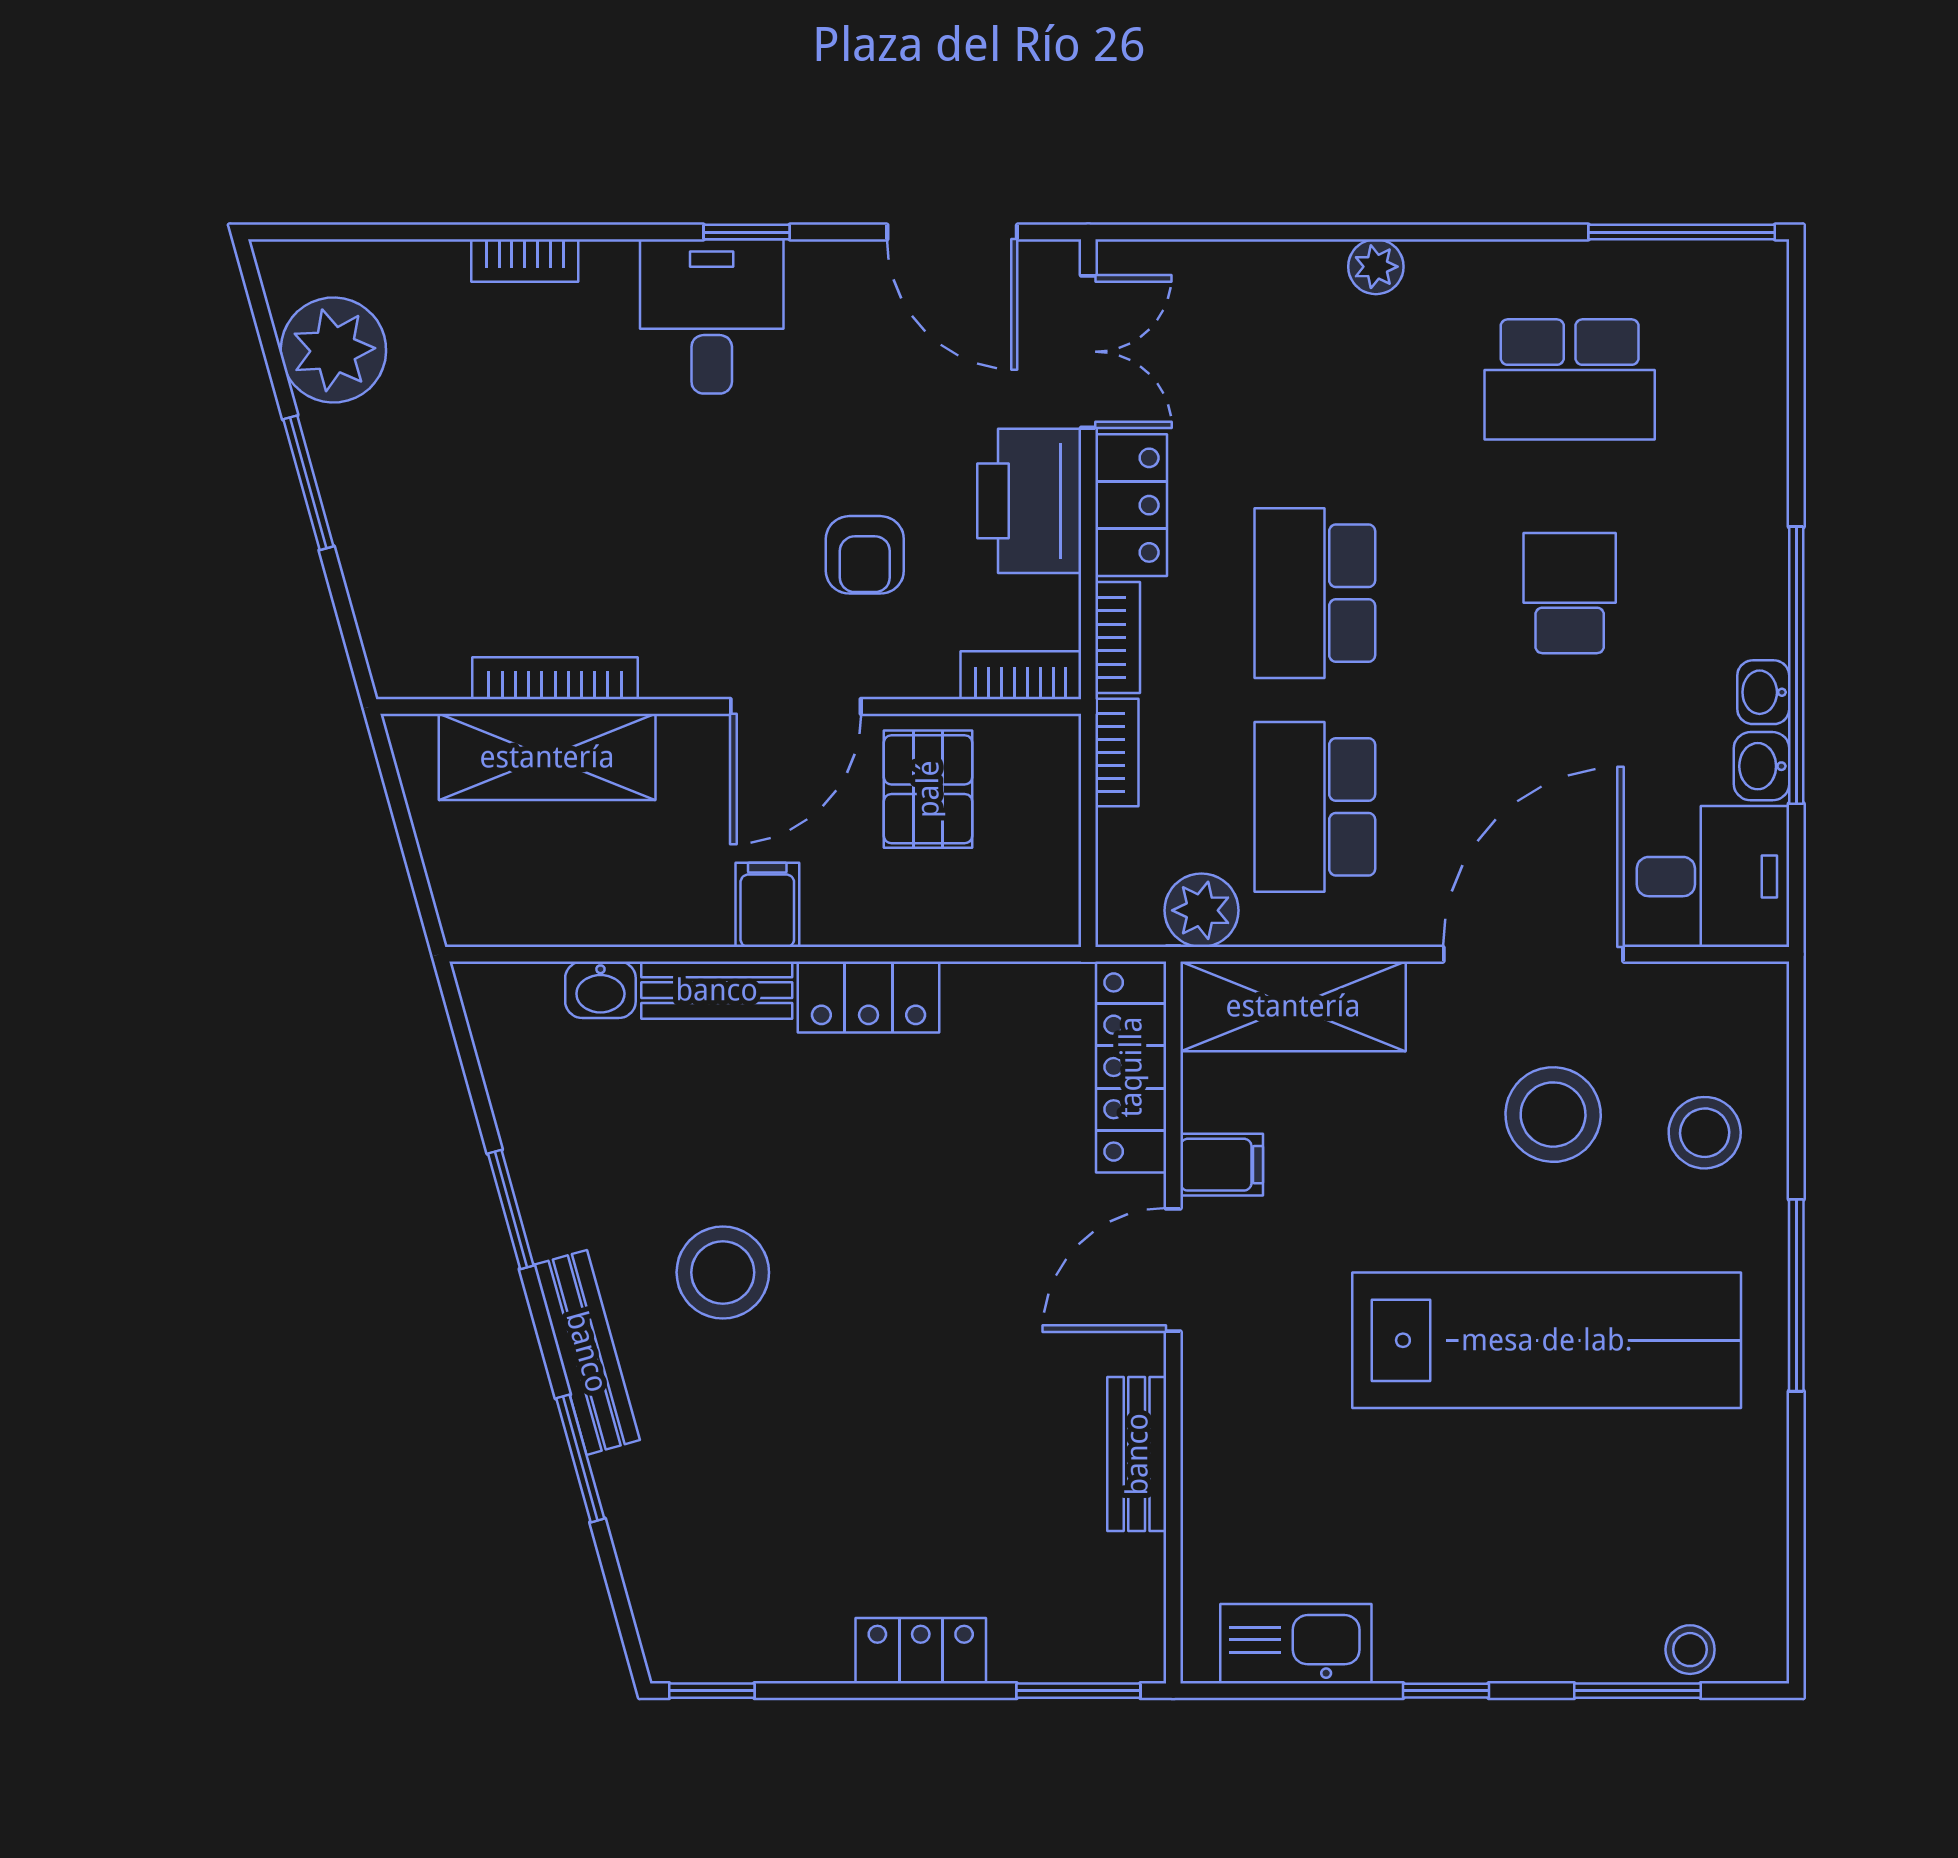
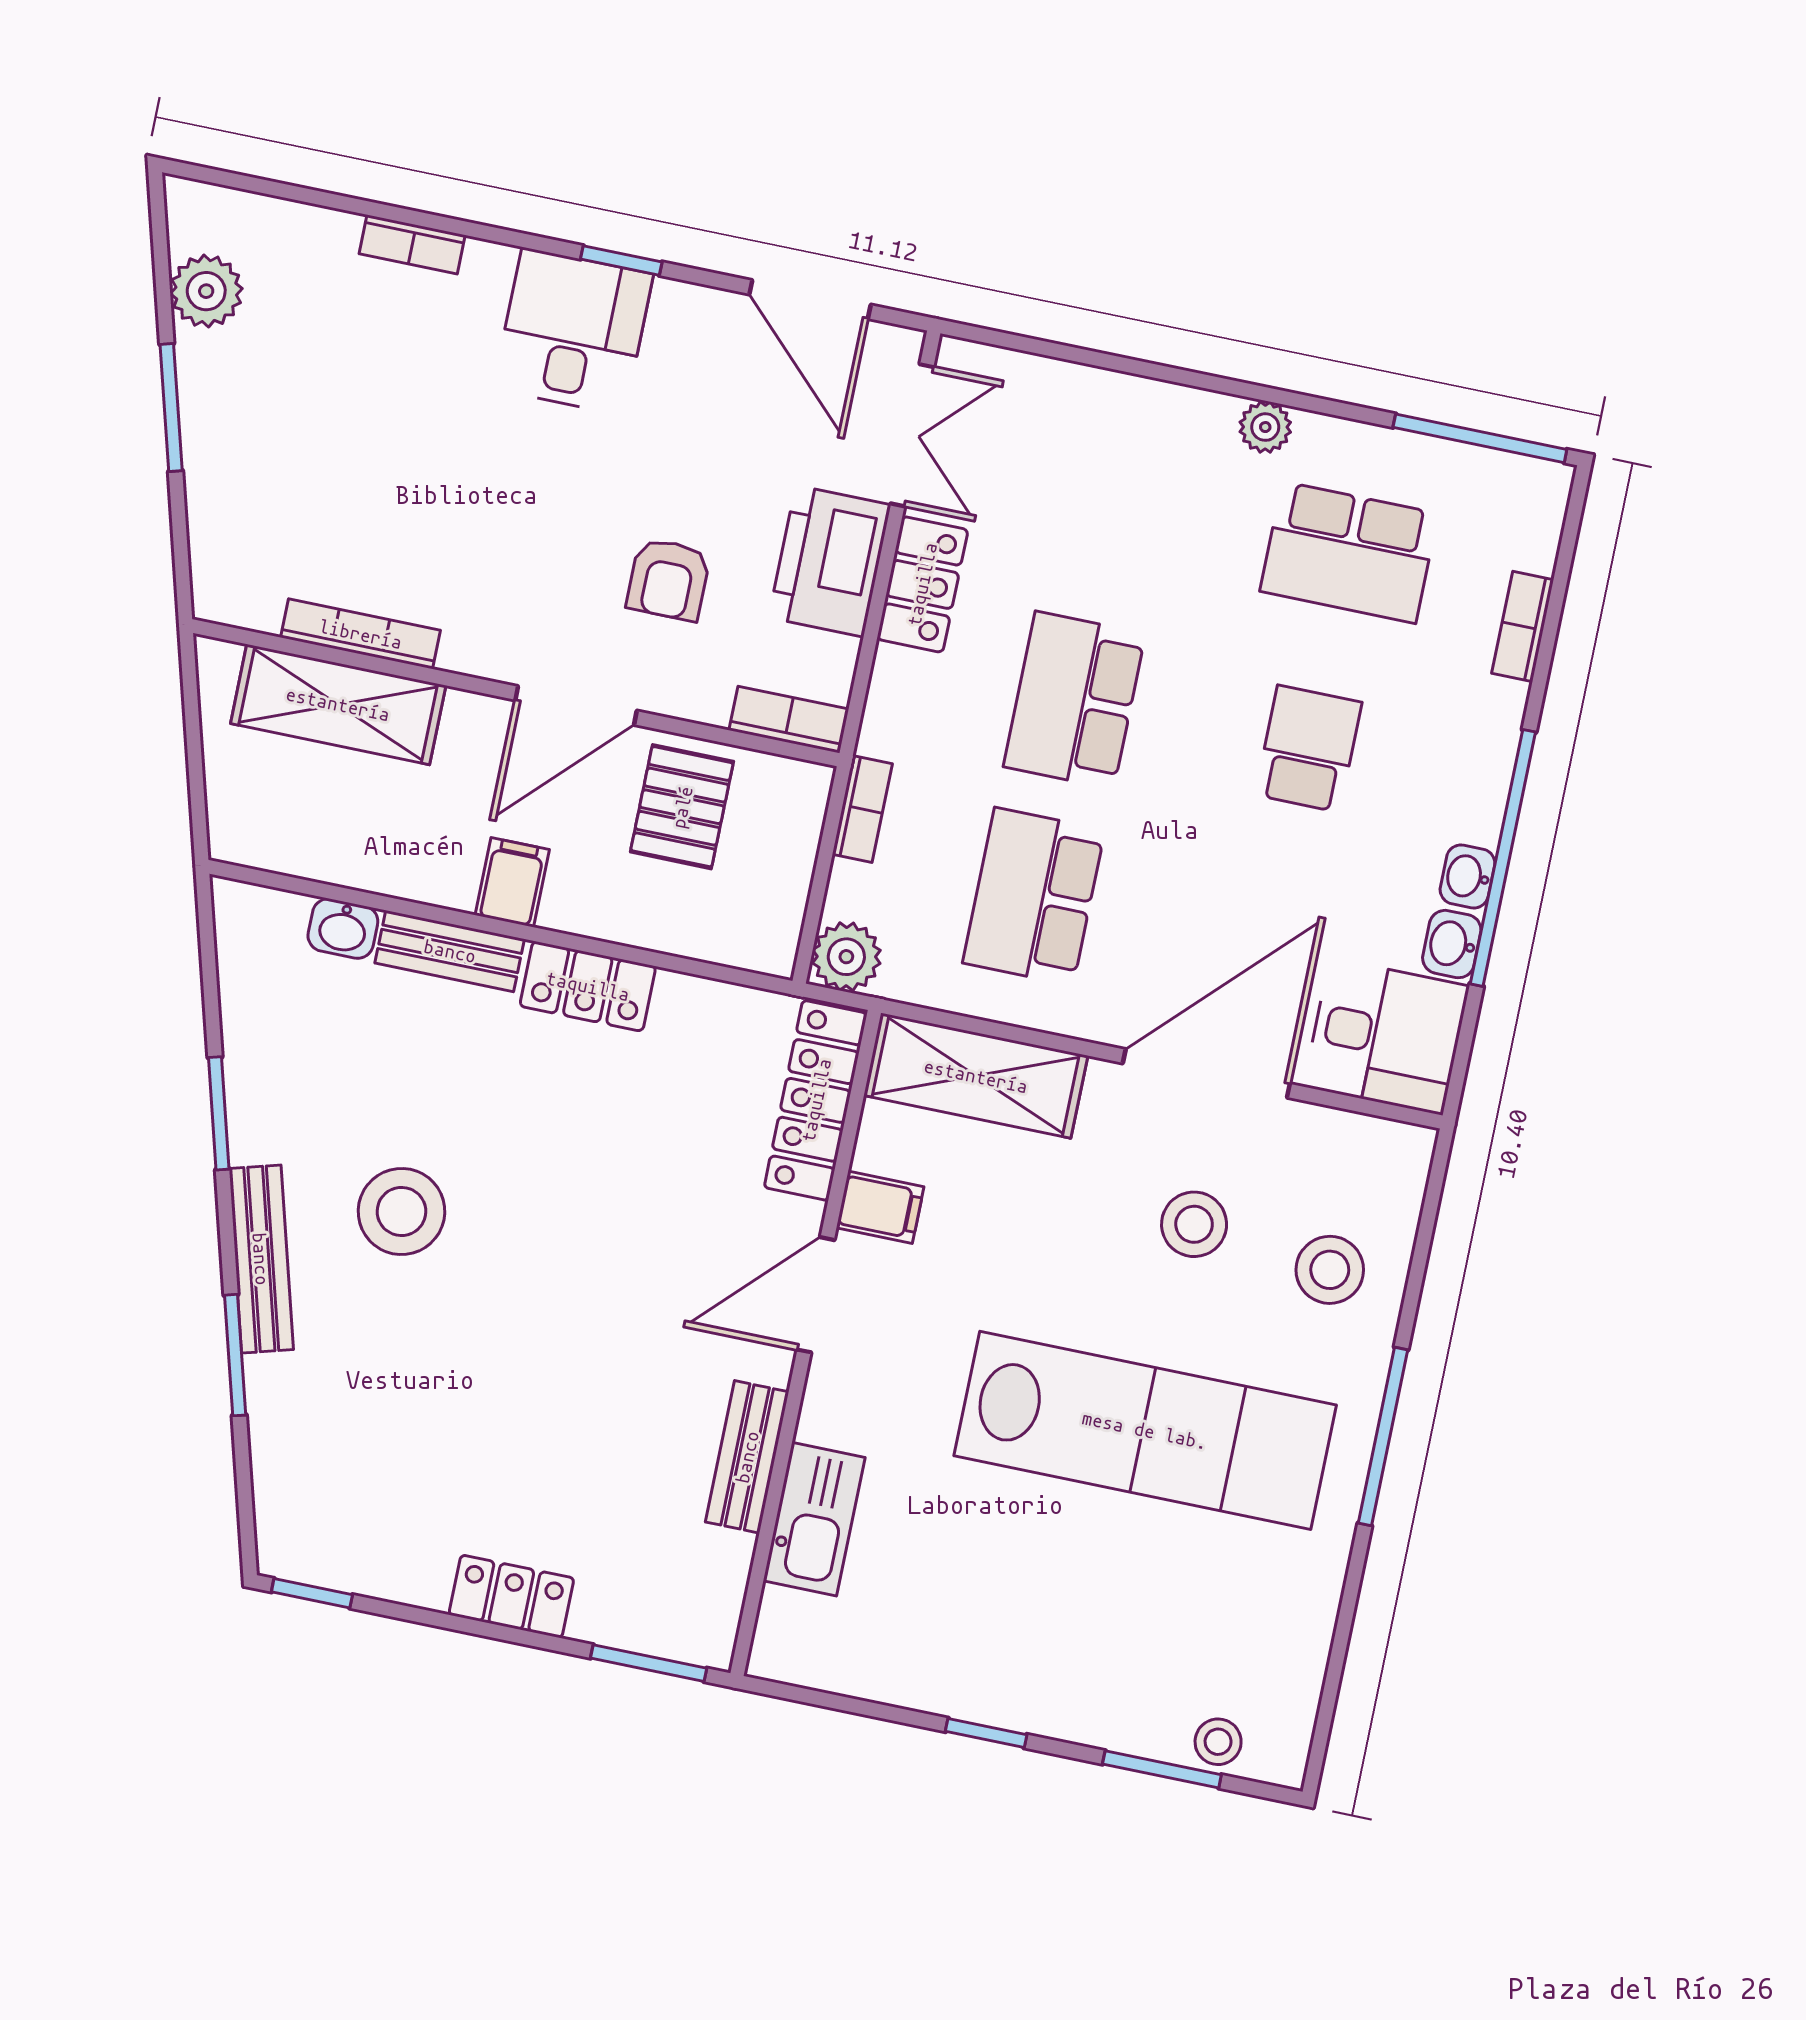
plant: (1376, 267) -> (1265, 427), moved
plant: (333, 350) -> (206, 291), width x0.73, depth x0.73
bookcase: (1118, 637) -> (1523, 626), moved, turned 180
plant: (1201, 910) -> (846, 957), moved
stool: (1553, 1115) -> (1194, 1224), width x0.73, depth x0.73
kitchen sink: (1296, 1644) -> (814, 1519), moved, turned 90

